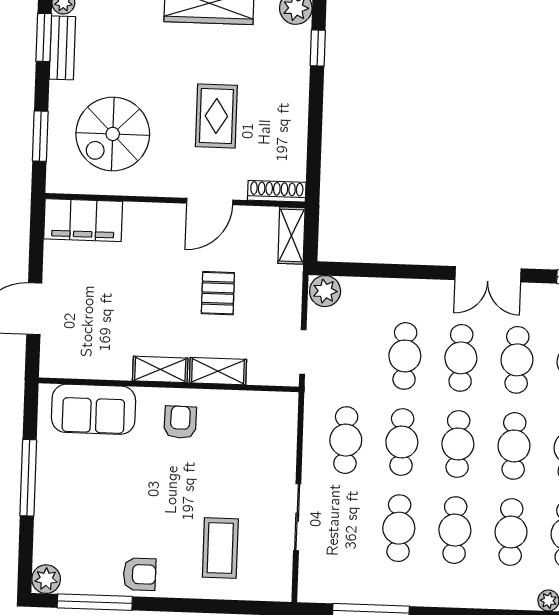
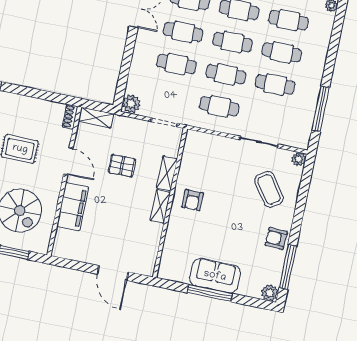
shoe rack: (277, 191) -> (70, 117), width x0.70
filing cabinet: (83, 220) -> (73, 207), moved
sofa: (94, 409) -> (215, 276), moved, turned -90
armchair: (180, 422) -> (193, 200), turned -91
coffee table: (220, 548) -> (269, 189), turned 55
armchair: (140, 574) -> (276, 238), turned -88
plant: (280, 590) -> (299, 159), added

